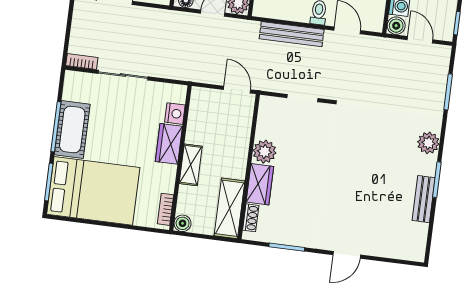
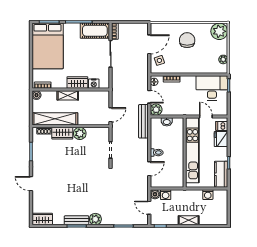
bench: (292, 34) -> (143, 121), moved
door: (420, 40) -> (149, 208), swing flipped
cot: (72, 130) -> (95, 31), moved
bench: (424, 199) -> (77, 220), moved
shelving: (230, 208) -> (55, 119), width x1.47
wardrobe: (416, 242) -> (42, 219), added

